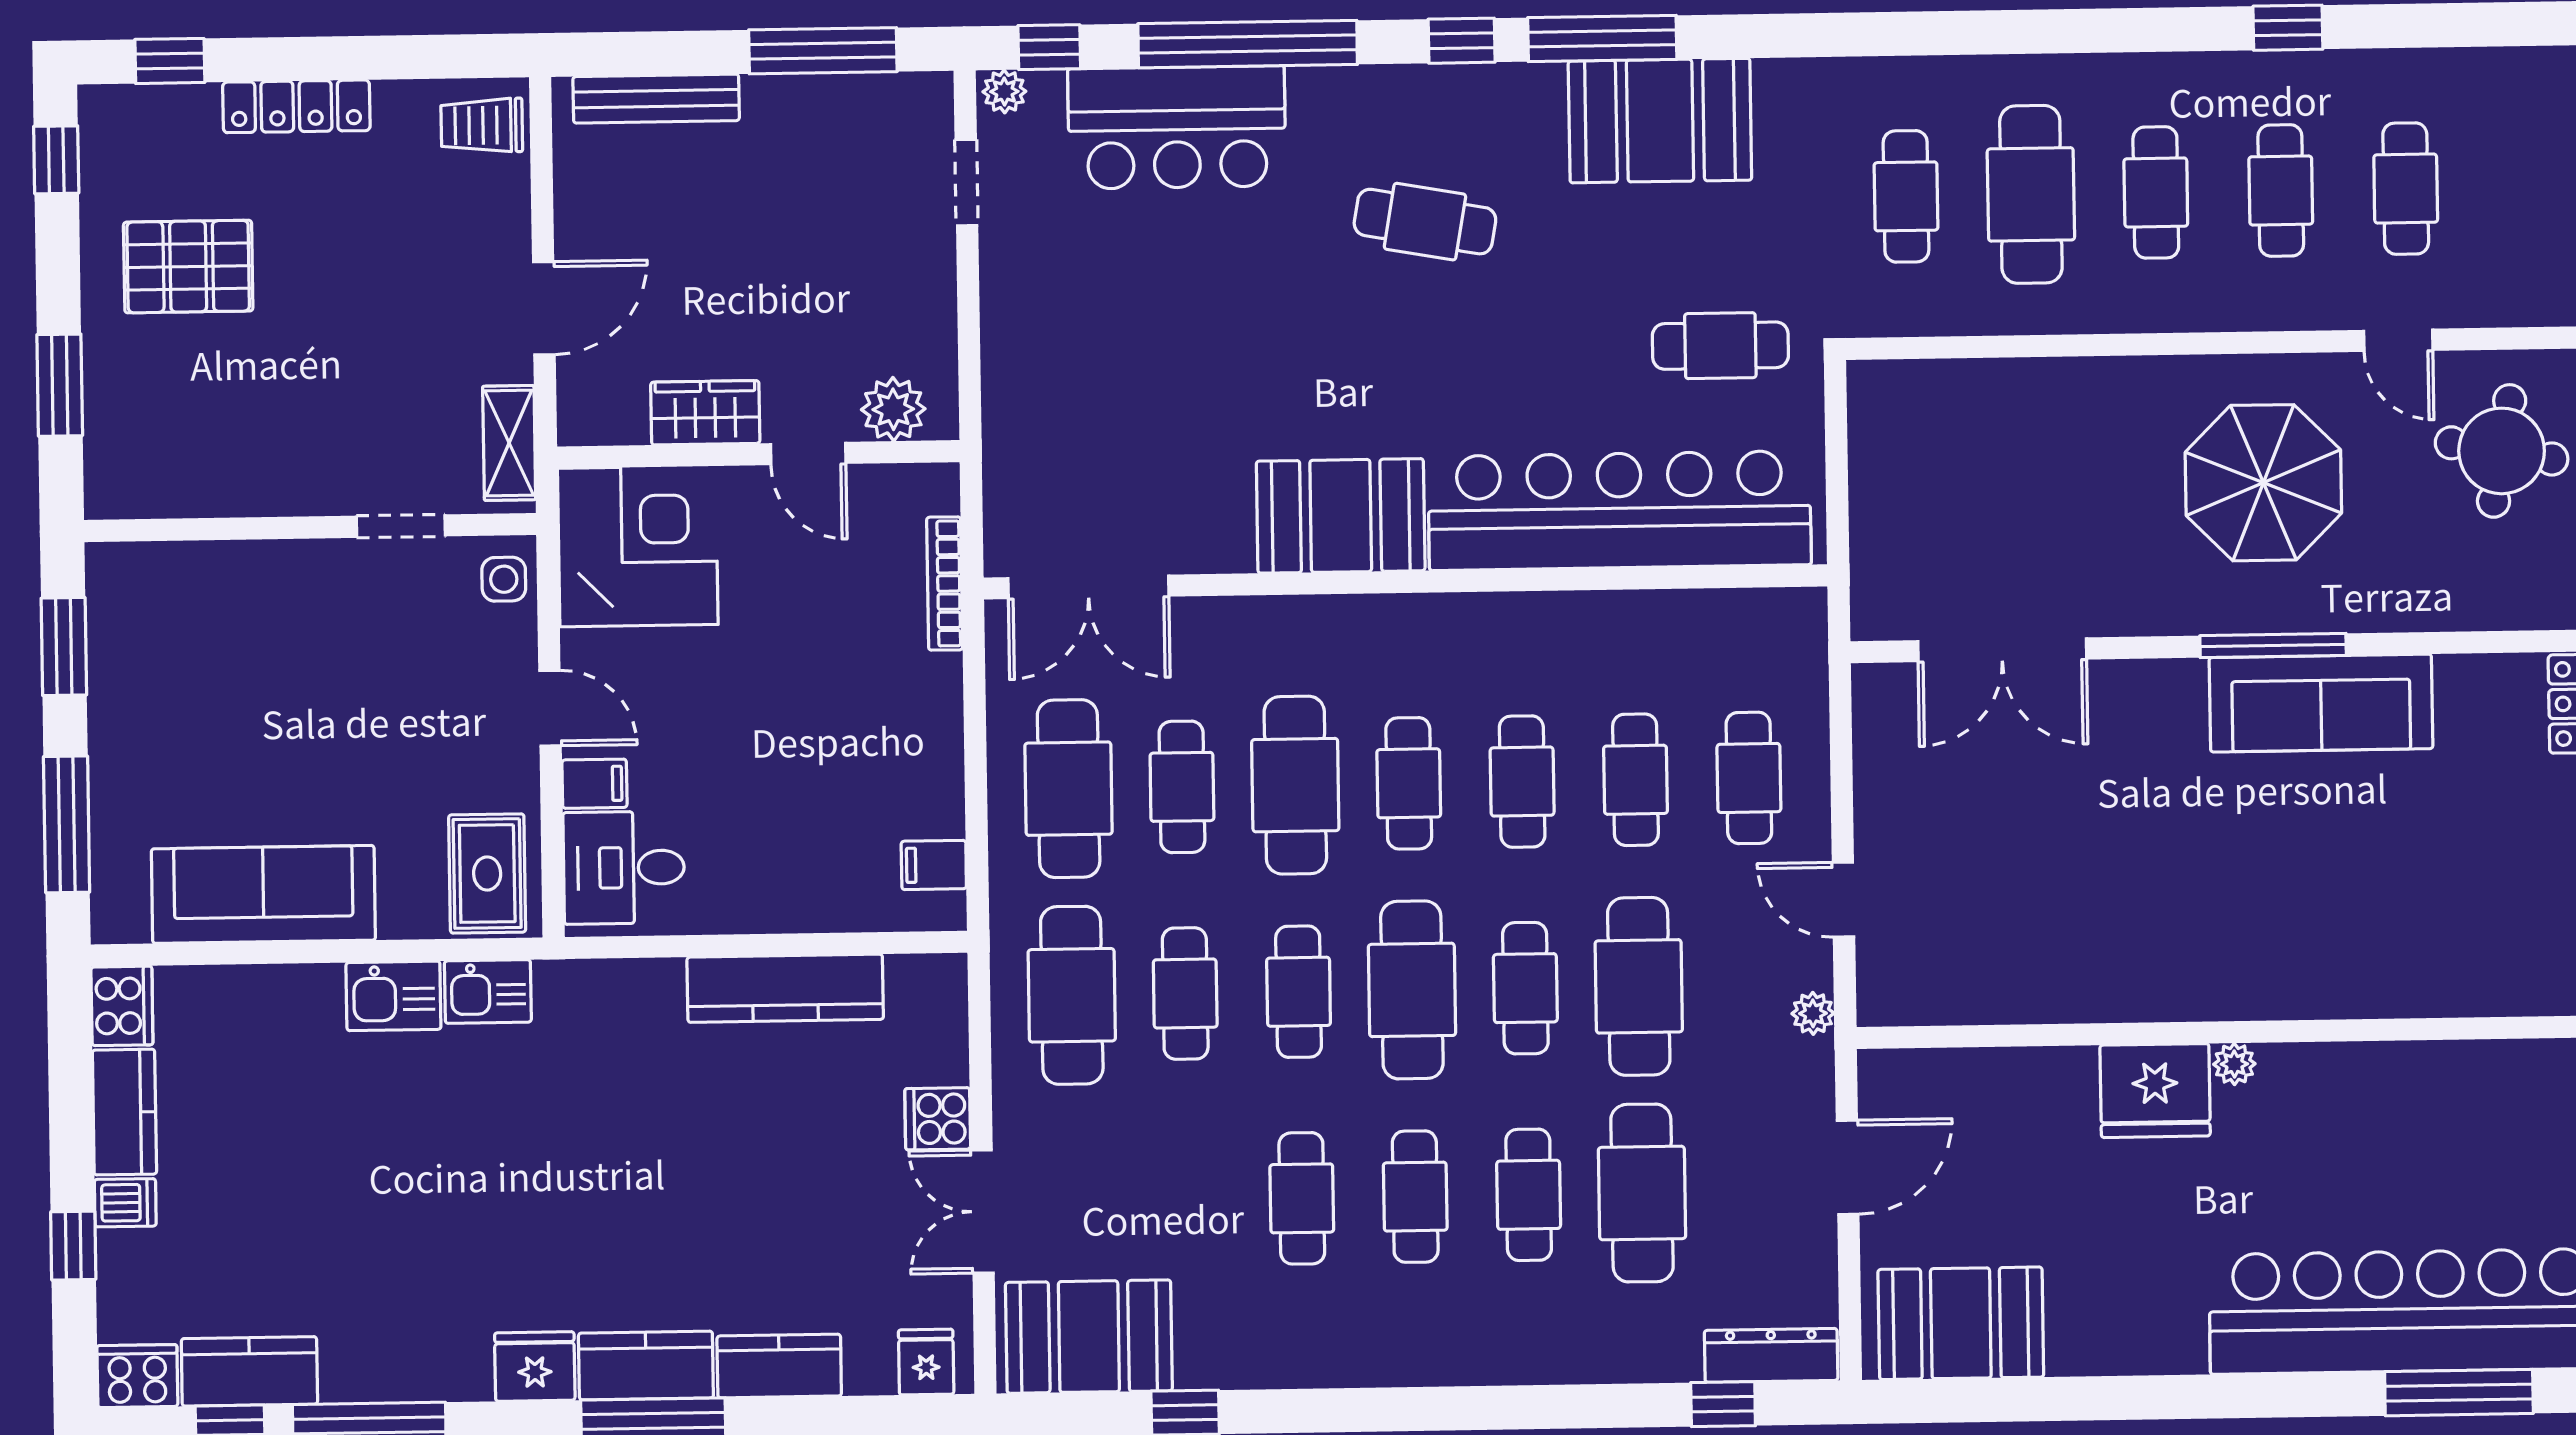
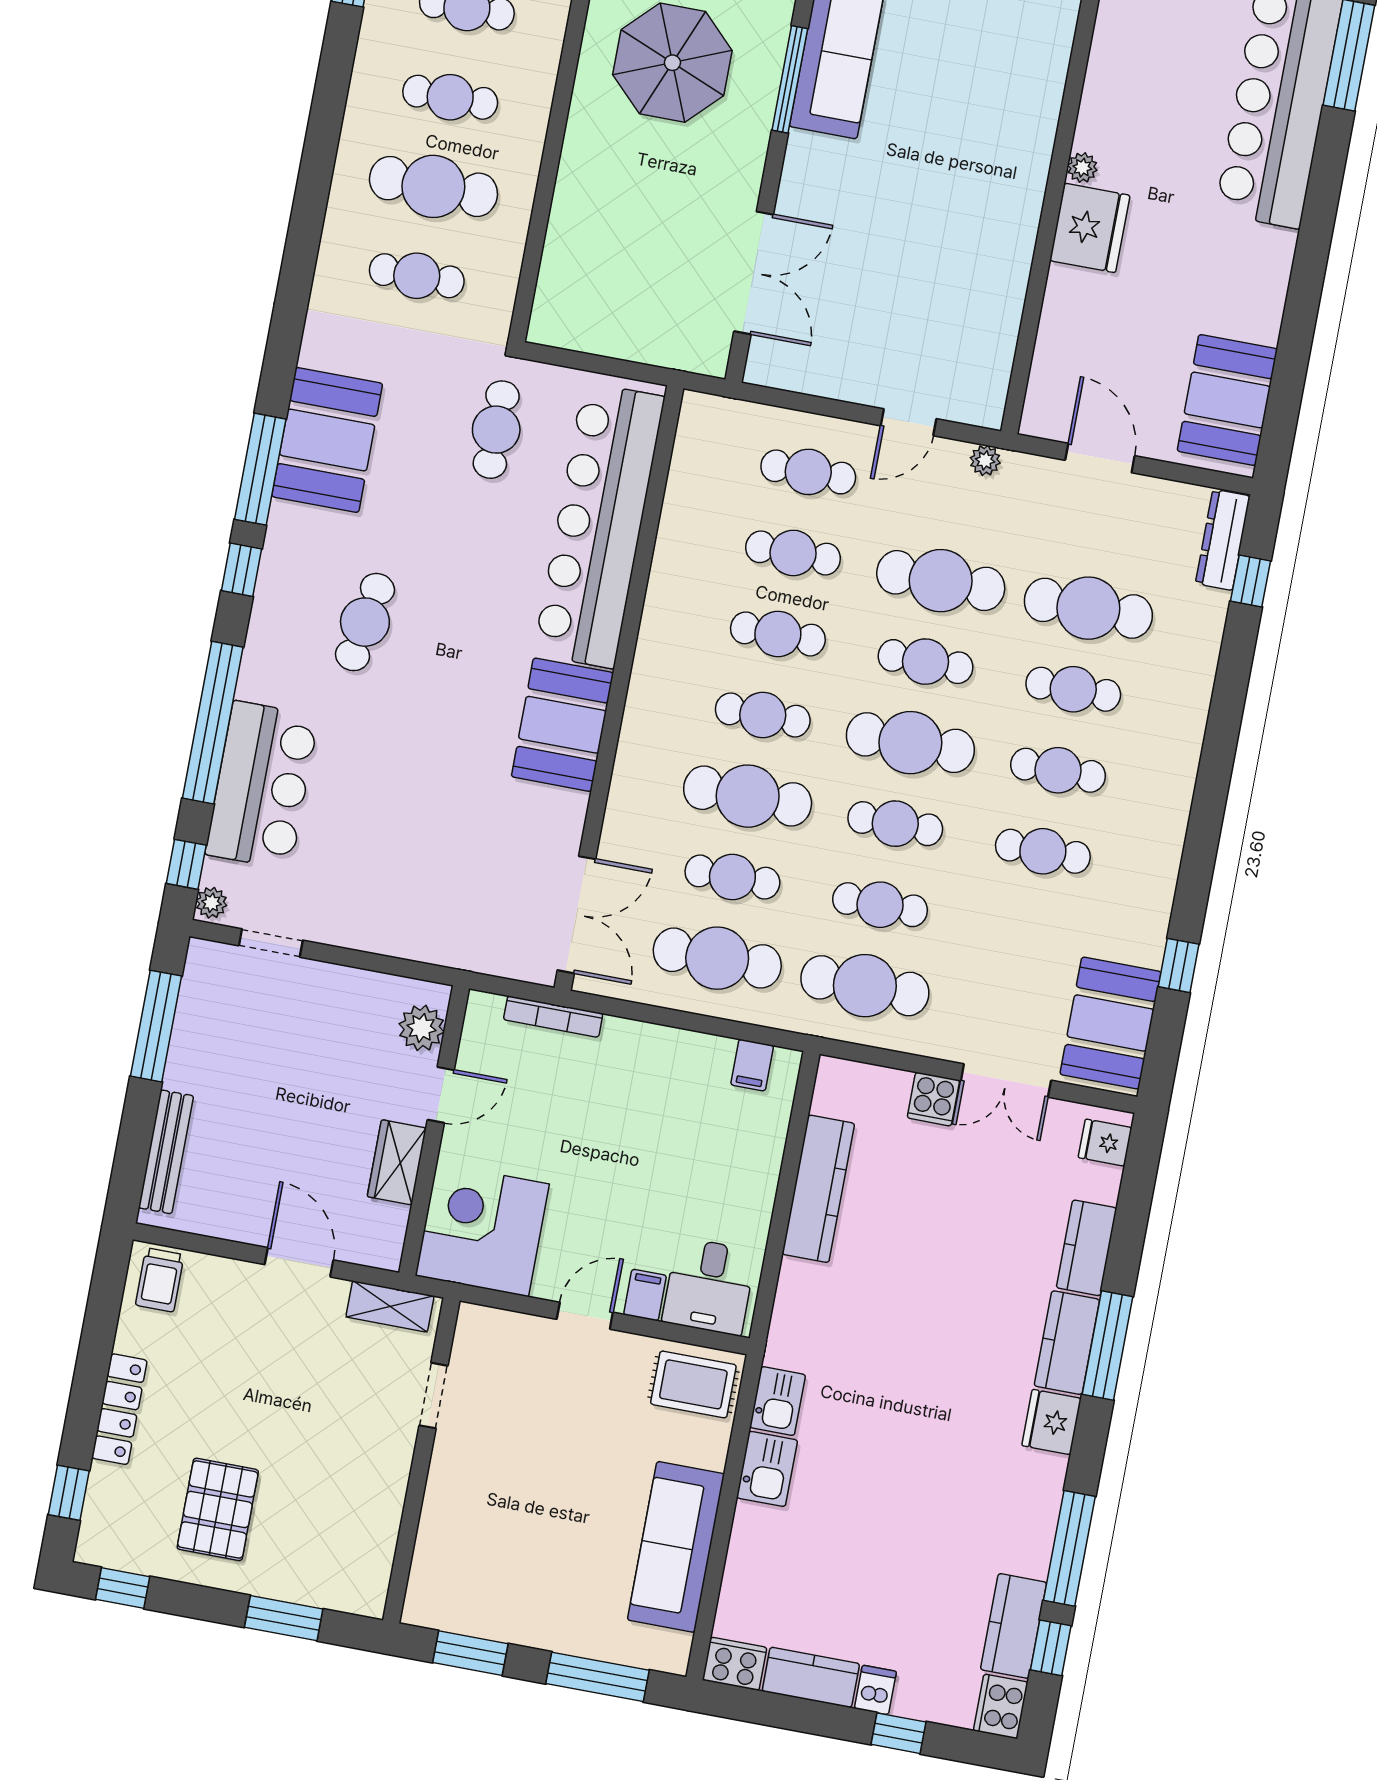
side table: (504, 579) -> (486, 1330), removed

